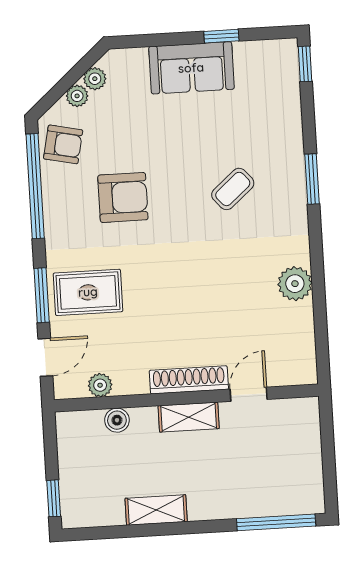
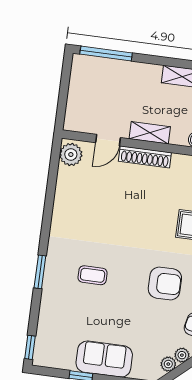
coffee table: (233, 189) -> (93, 275), turned 41
armchair: (123, 197) -> (165, 283), turned 180
plant: (295, 284) -> (71, 155), moved

